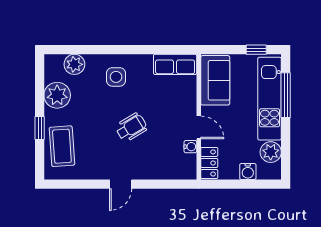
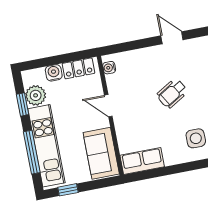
window: (286, 145) -> (23, 104), added
water cooler: (190, 147) -> (109, 68), moved
locker: (209, 163) -> (78, 68), moved, turned -90
door: (121, 184) -> (172, 38), hinge flipped

